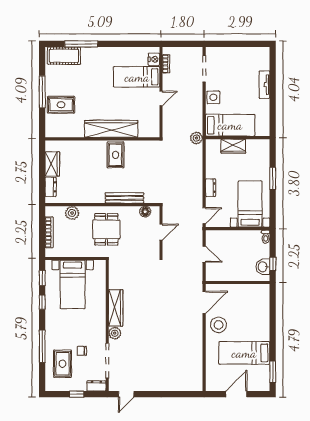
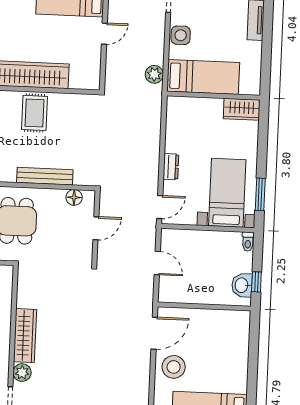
plant: (197, 138) -> (154, 74), moved
wardrobe: (233, 146) -> (242, 109), moved
window: (273, 178) -> (260, 194), moved

